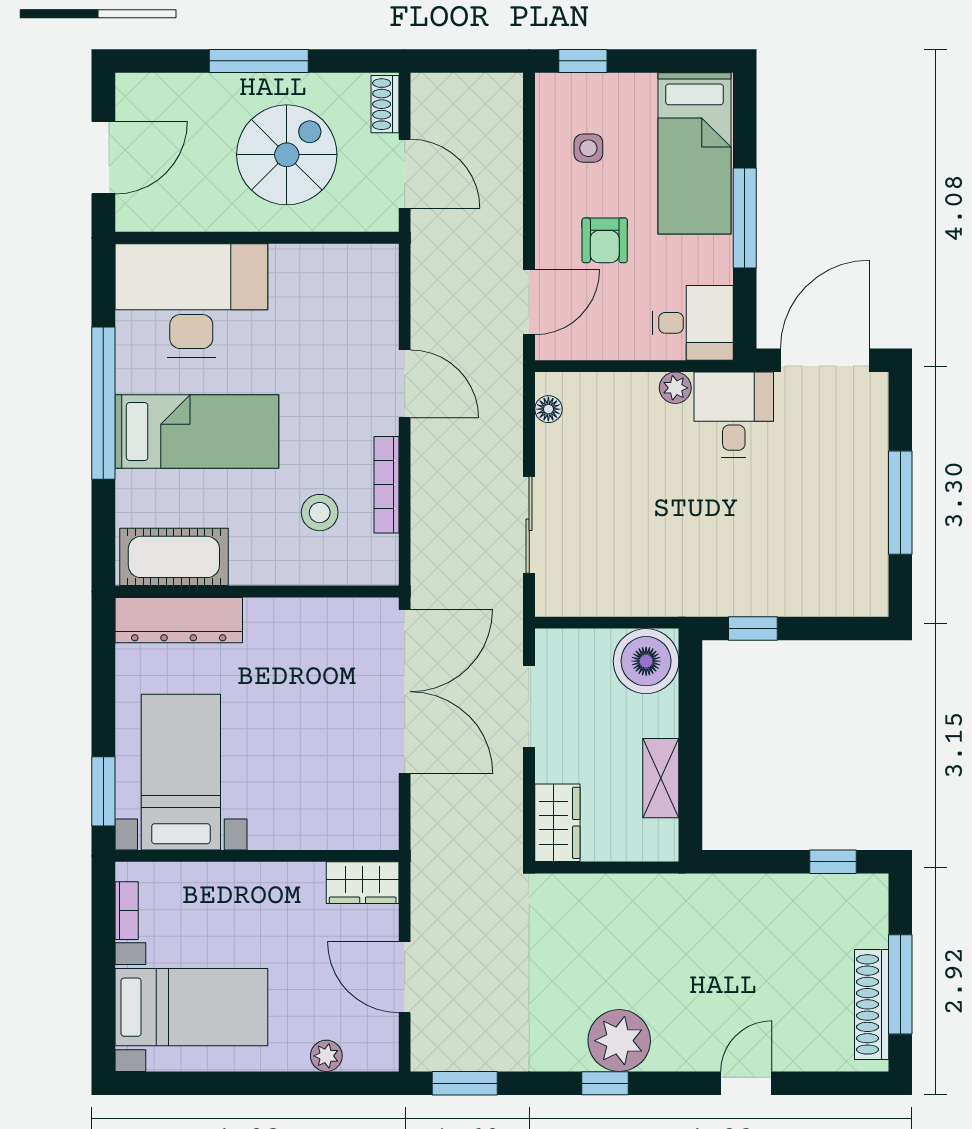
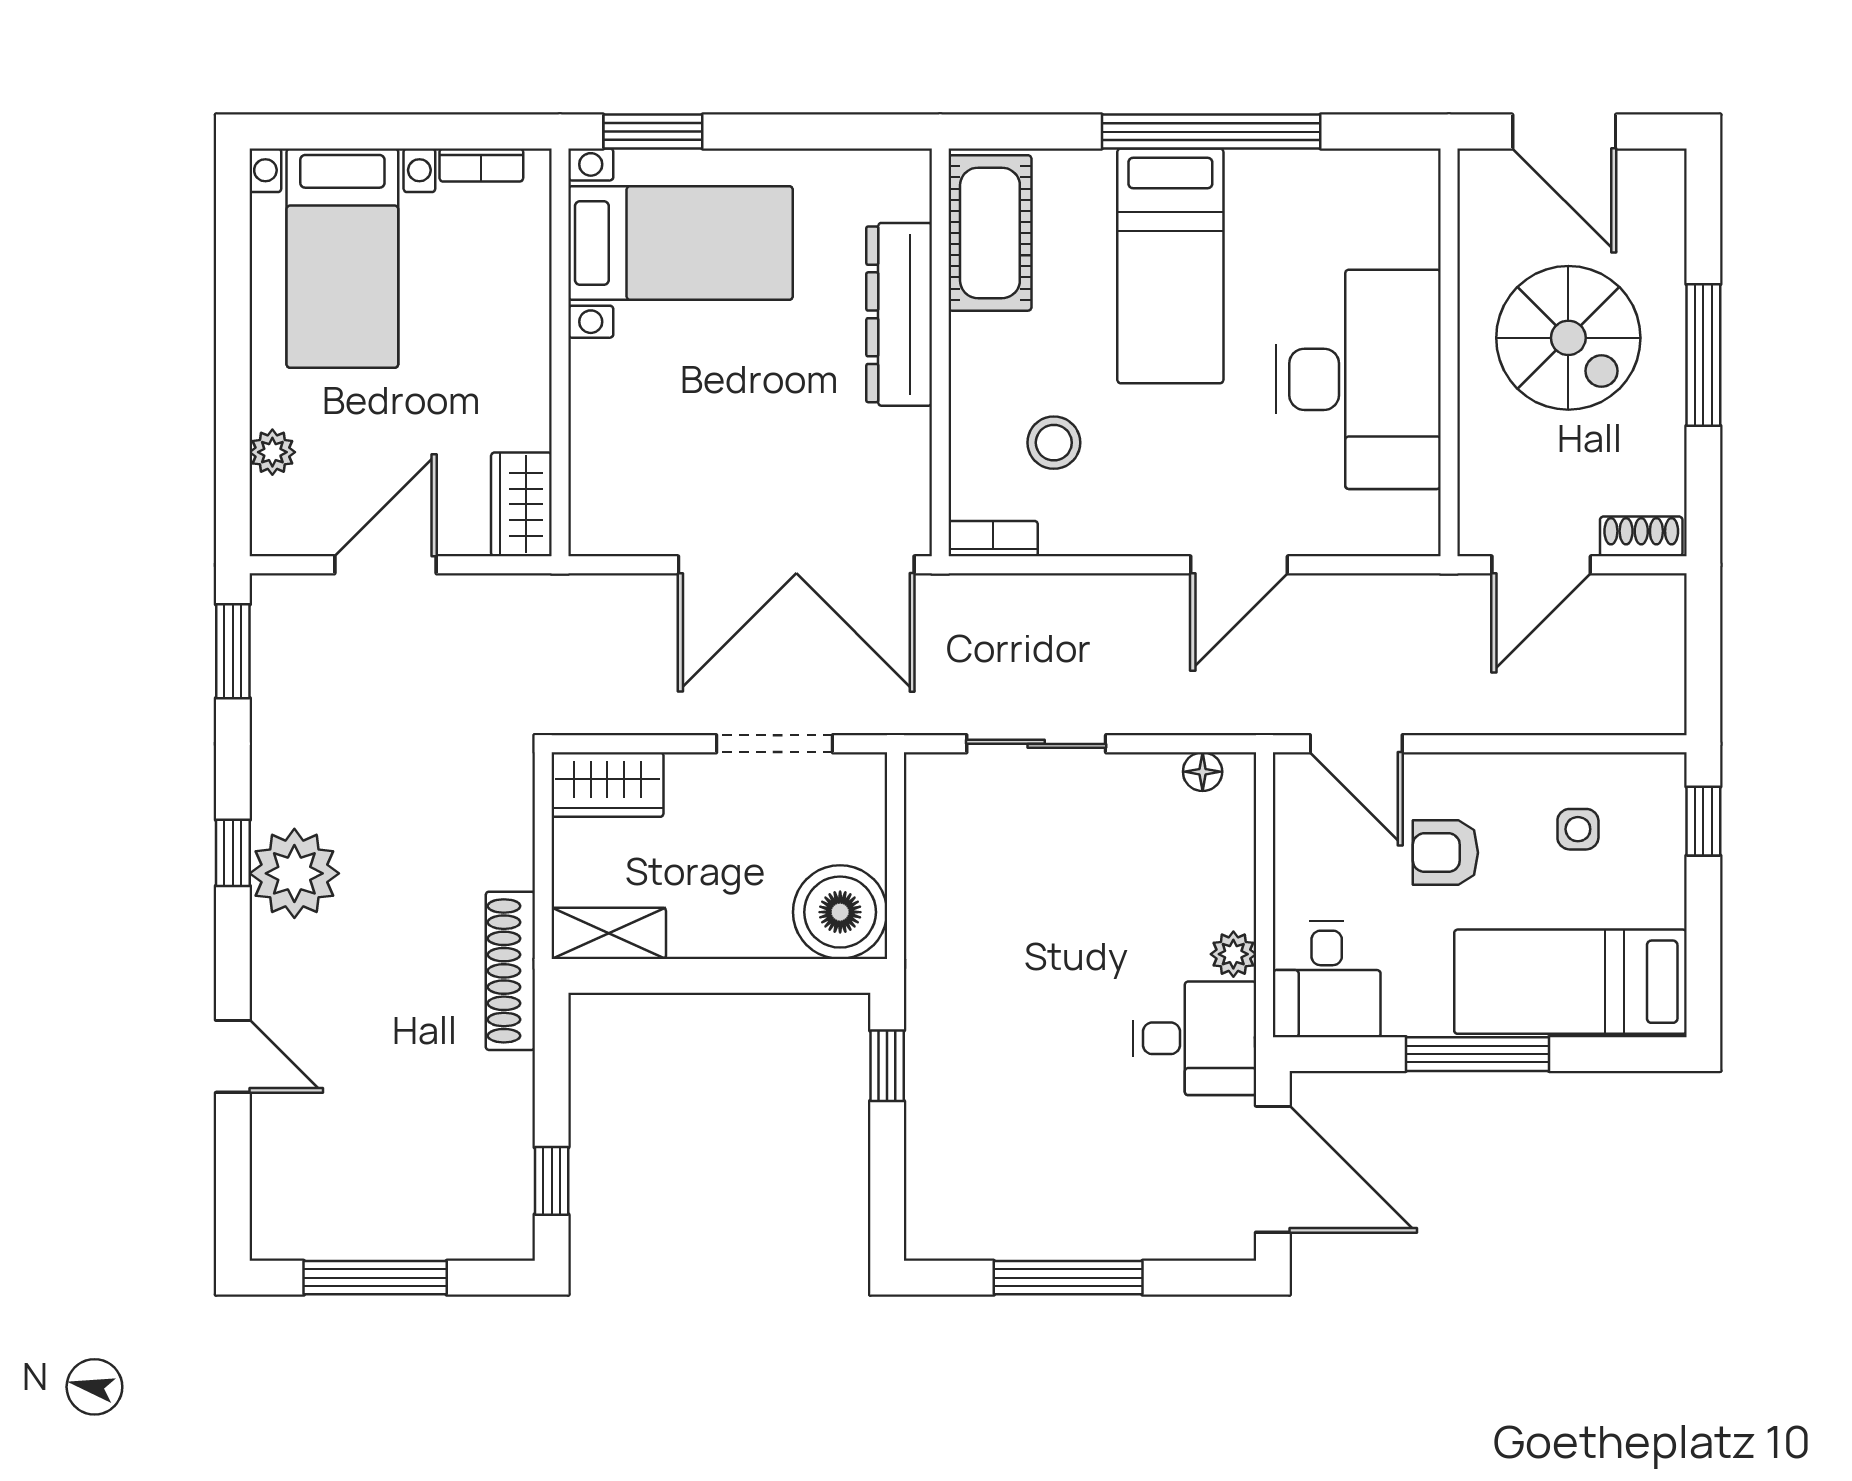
spiral stairs: (287, 155) -> (1568, 338), moved
desk: (191, 301) -> (1358, 379), moved
bookcase: (386, 485) -> (993, 539), moved, width x0.64
dresser: (179, 620) -> (899, 314), moved
shelving: (661, 778) -> (609, 933), moved
shoe rack: (872, 1004) -> (510, 971), moved, turned -90

